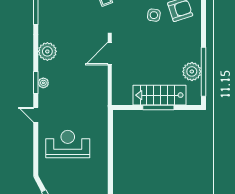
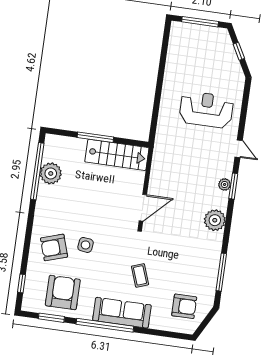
stairs: (159, 95) -> (117, 155), moved
reception desk: (68, 144) -> (206, 110), turned 180

